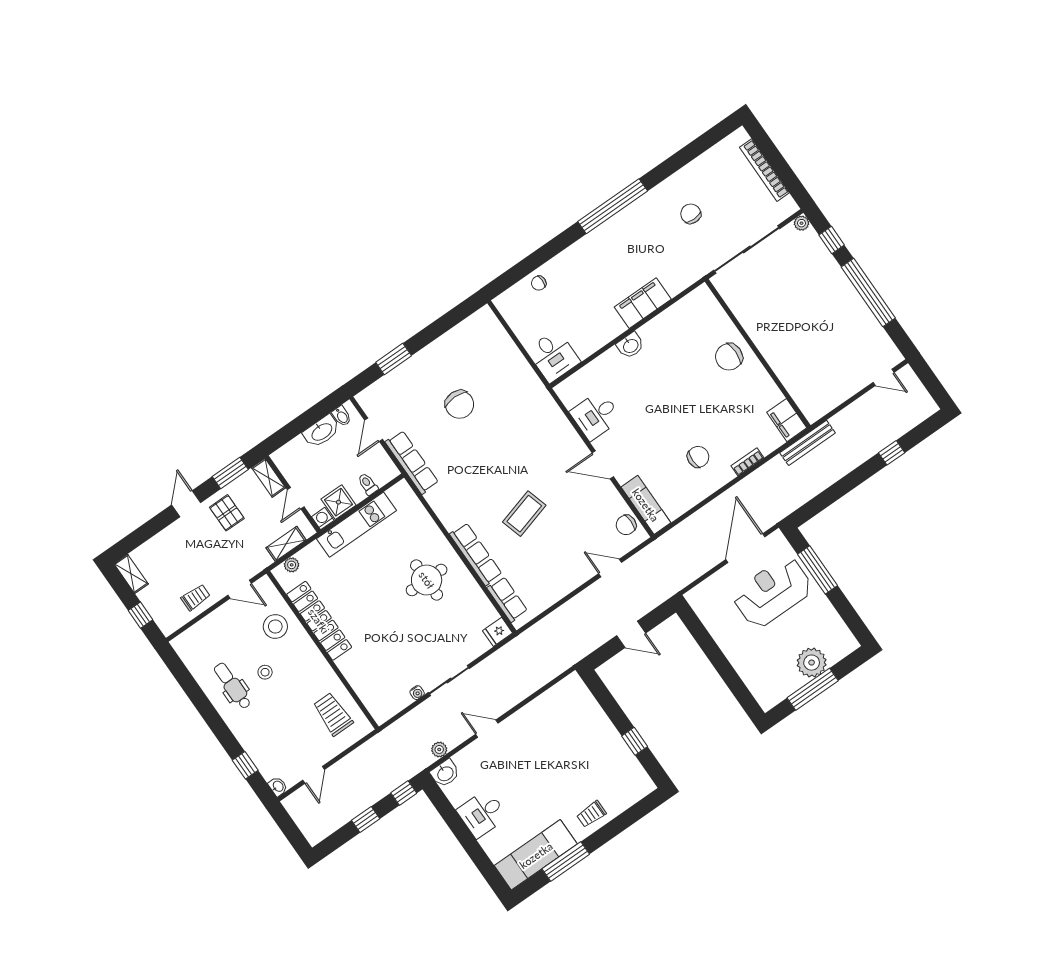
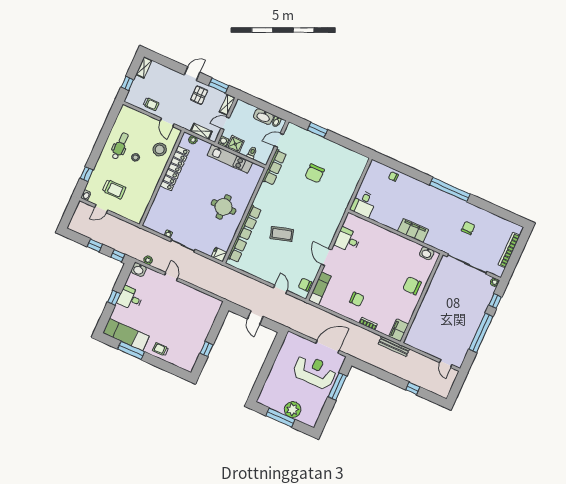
washbasin: (630, 346) -> (427, 253), moved
trolley: (333, 714) -> (114, 189), moved, turned 90
window: (466, 839) -> (114, 298), added

